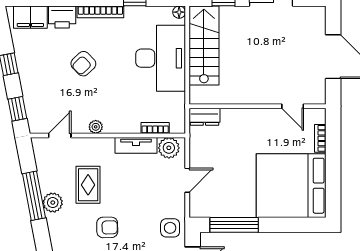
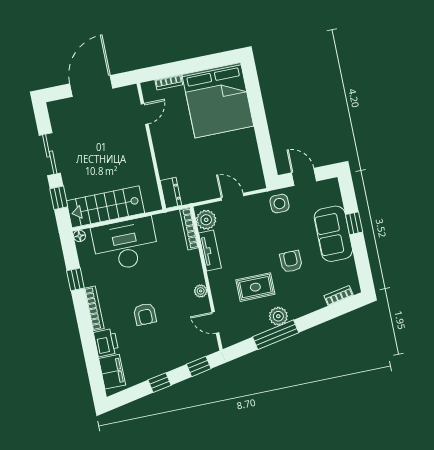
armchair: (83, 64) -> (145, 314), turned 44
bookcase: (155, 128) -> (189, 229), width x1.56
window: (234, 225) -> (265, 145), removed

